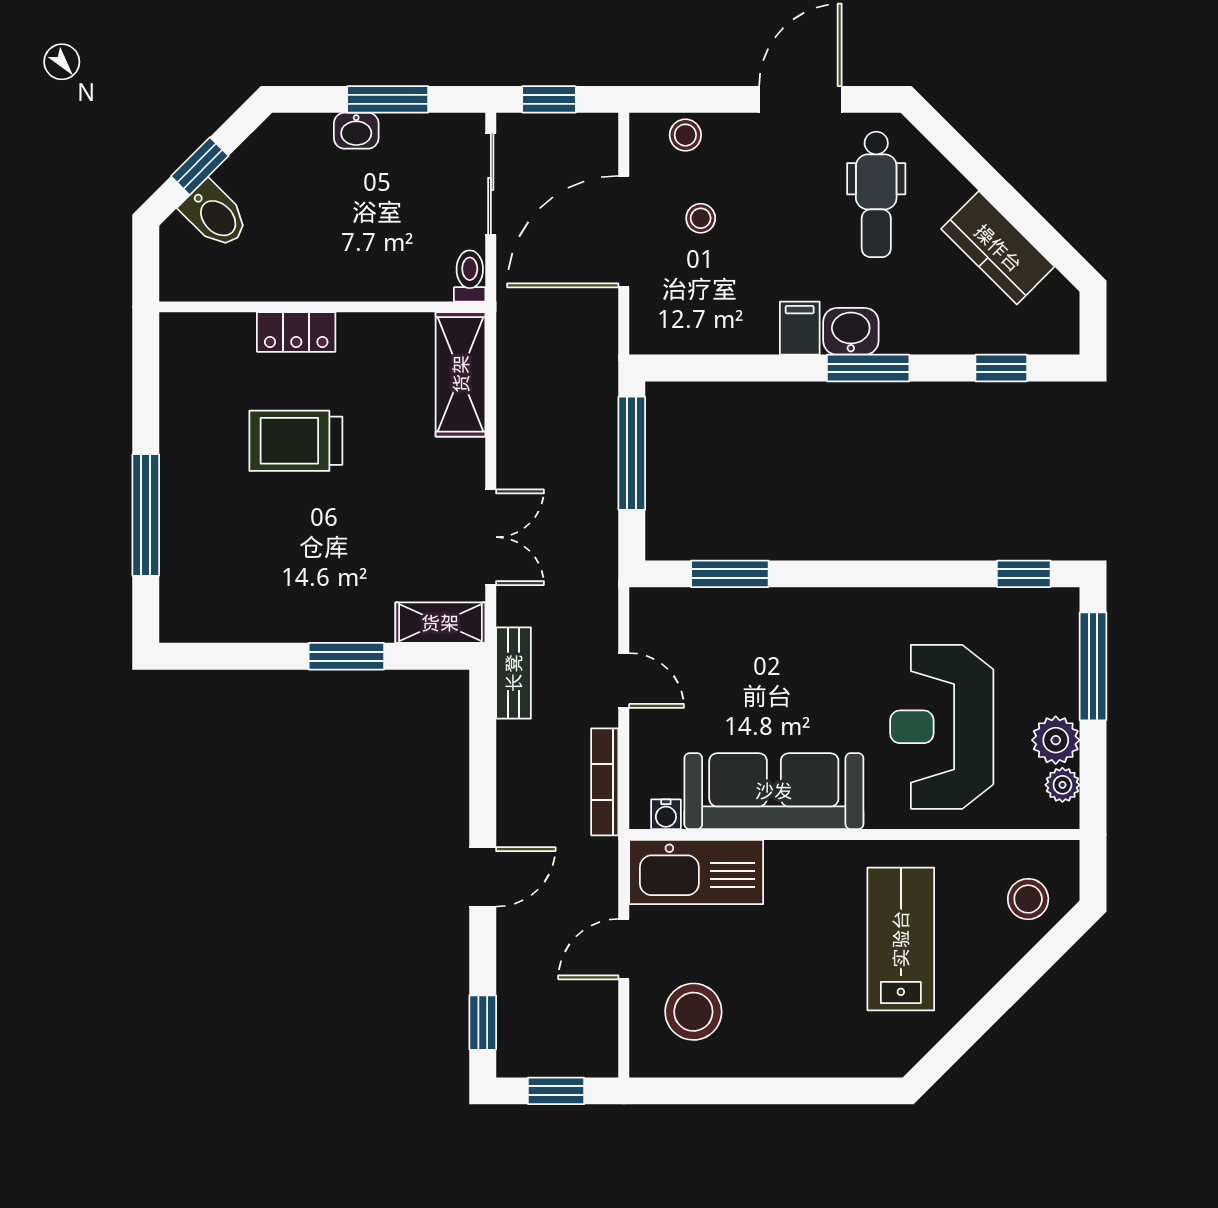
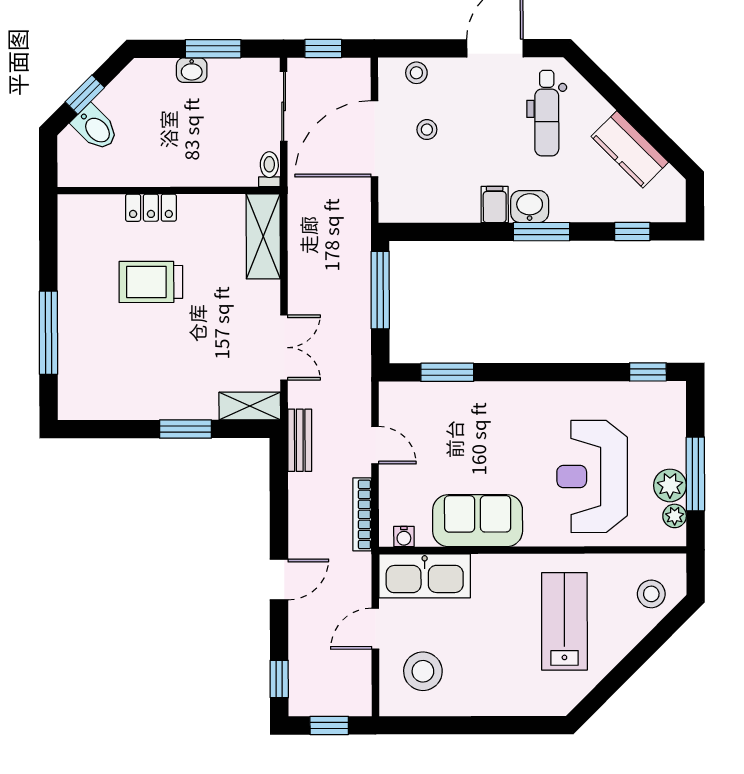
window: (1093, 666) -> (695, 474), moved
sofa: (774, 791) -> (478, 521), width x0.73

